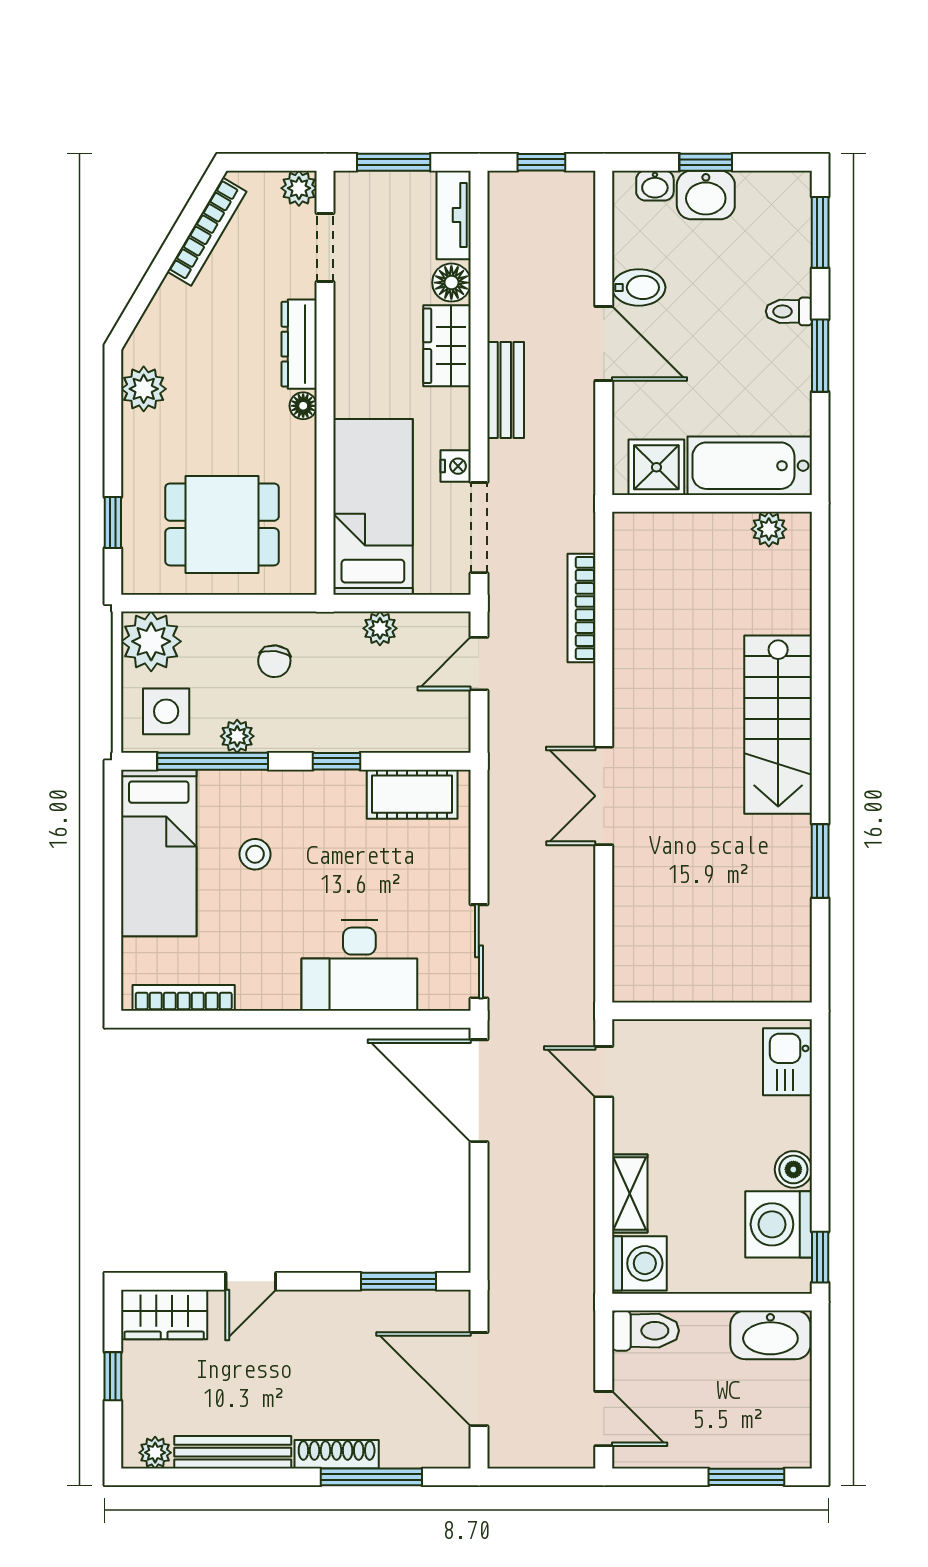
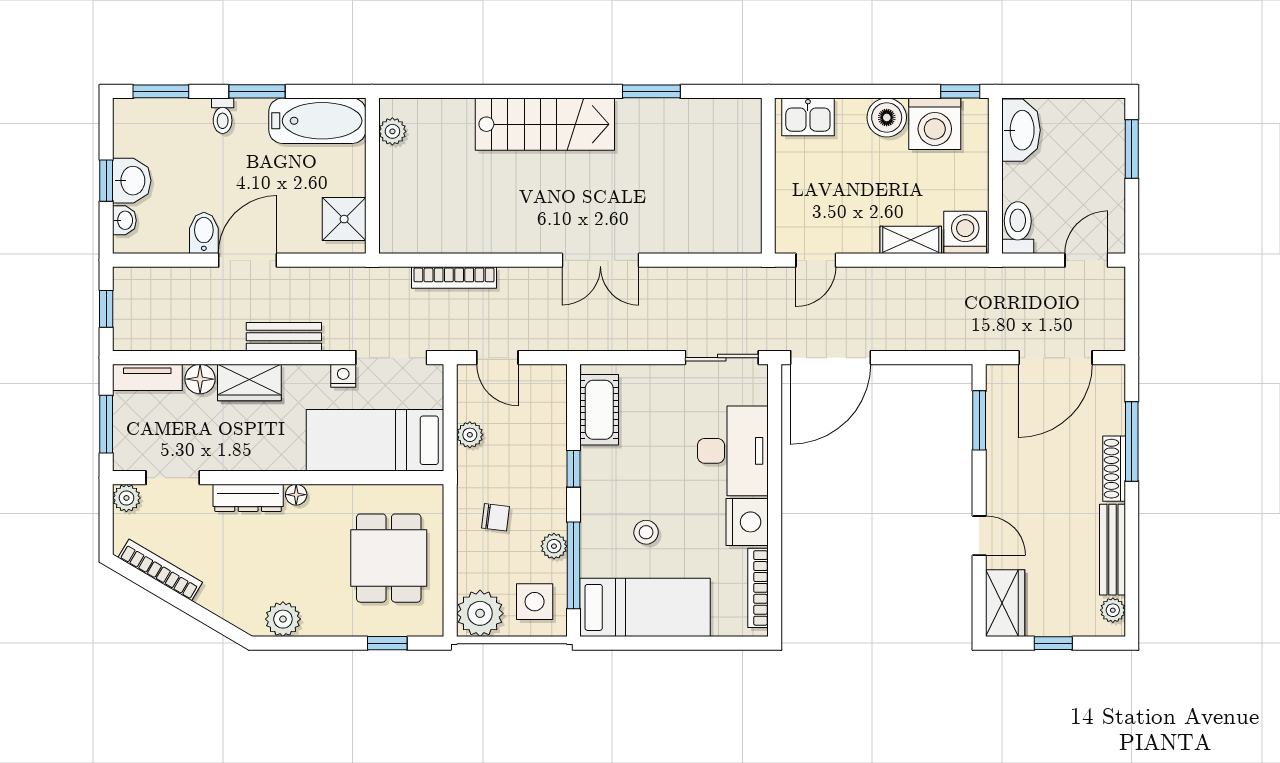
bathtub: (750, 466) -> (317, 121), moved, turned -90
nightstand: (268, 984) -> (747, 522), added
boiler: (793, 1169) -> (887, 118), width x1.36, depth x1.36

